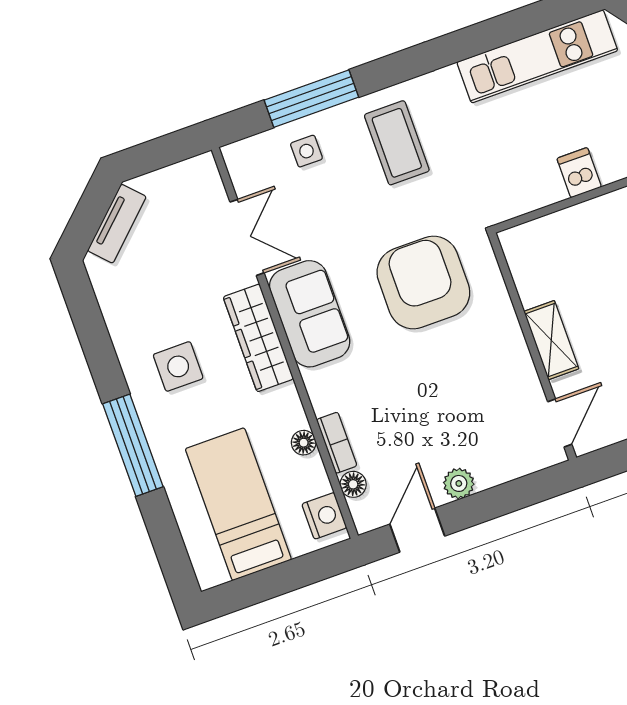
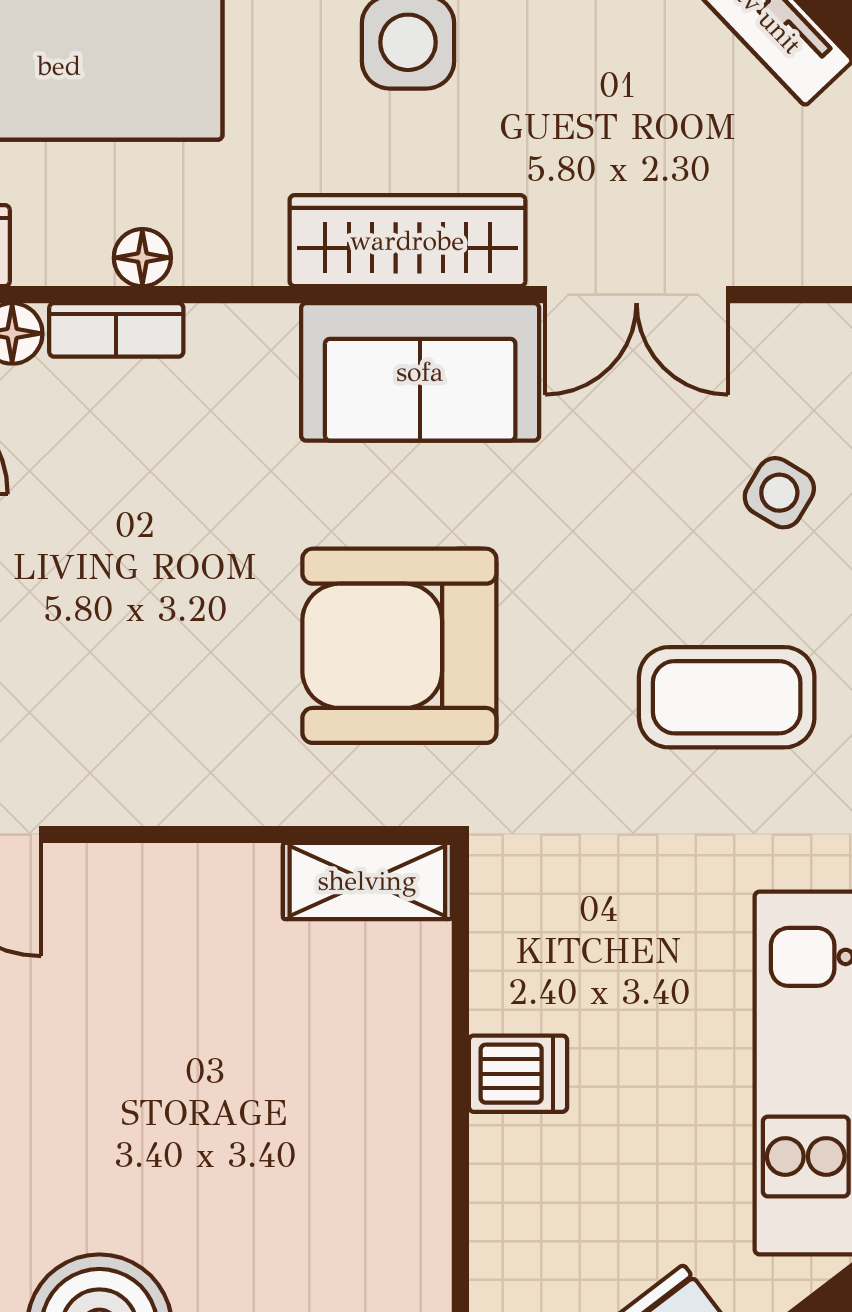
side table: (306, 151) -> (779, 493), turned 31
armchair: (423, 283) -> (399, 646), turned 180
shelving: (551, 340) -> (367, 881), moved

